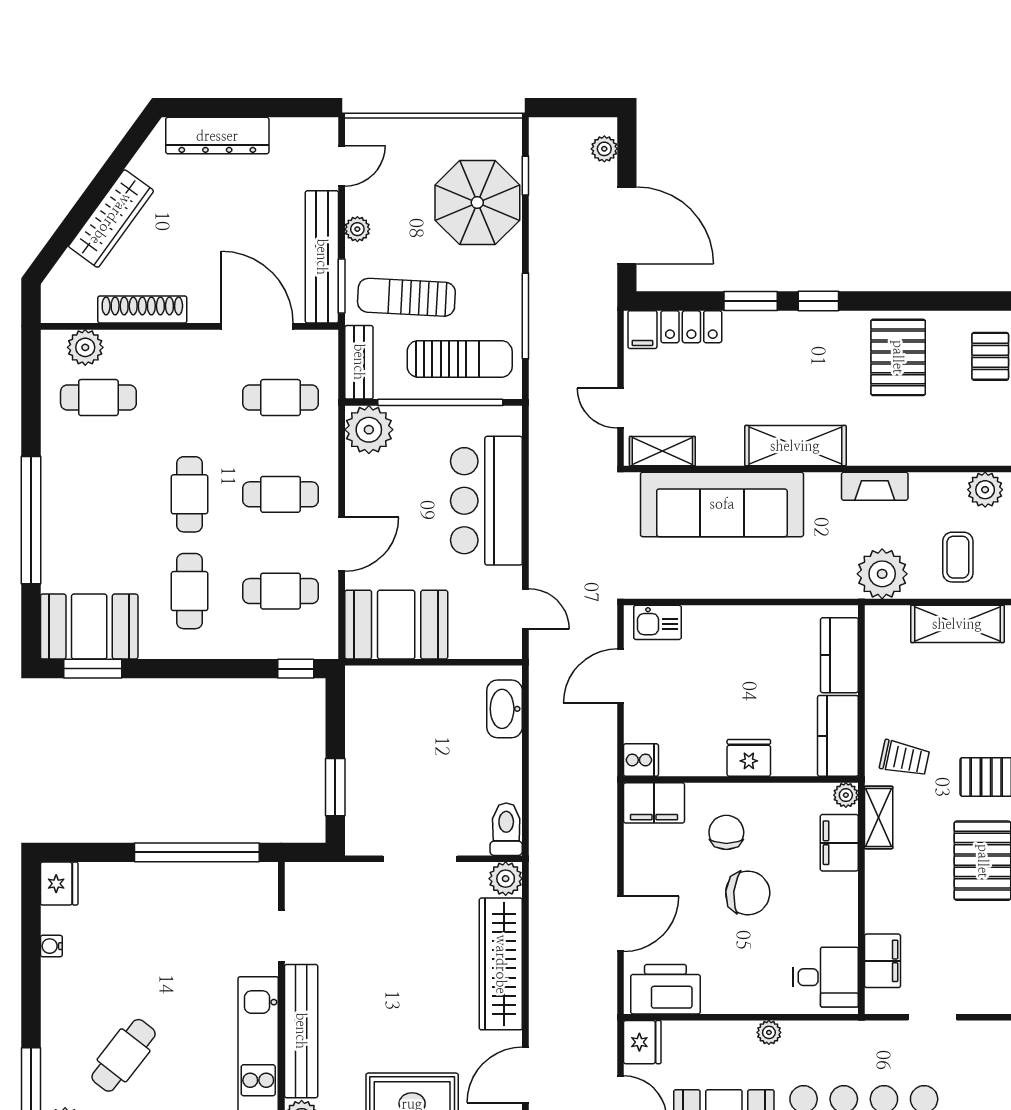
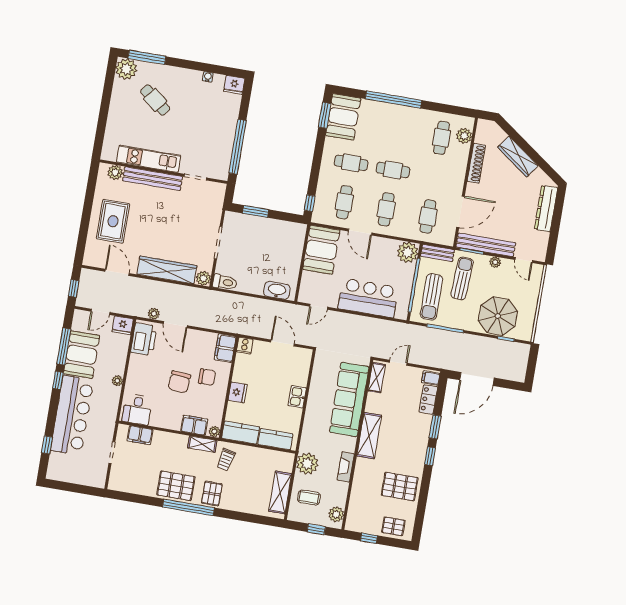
plant: (604, 149) -> (154, 314), moved
kitchen sink: (657, 622) -> (297, 397), moved

